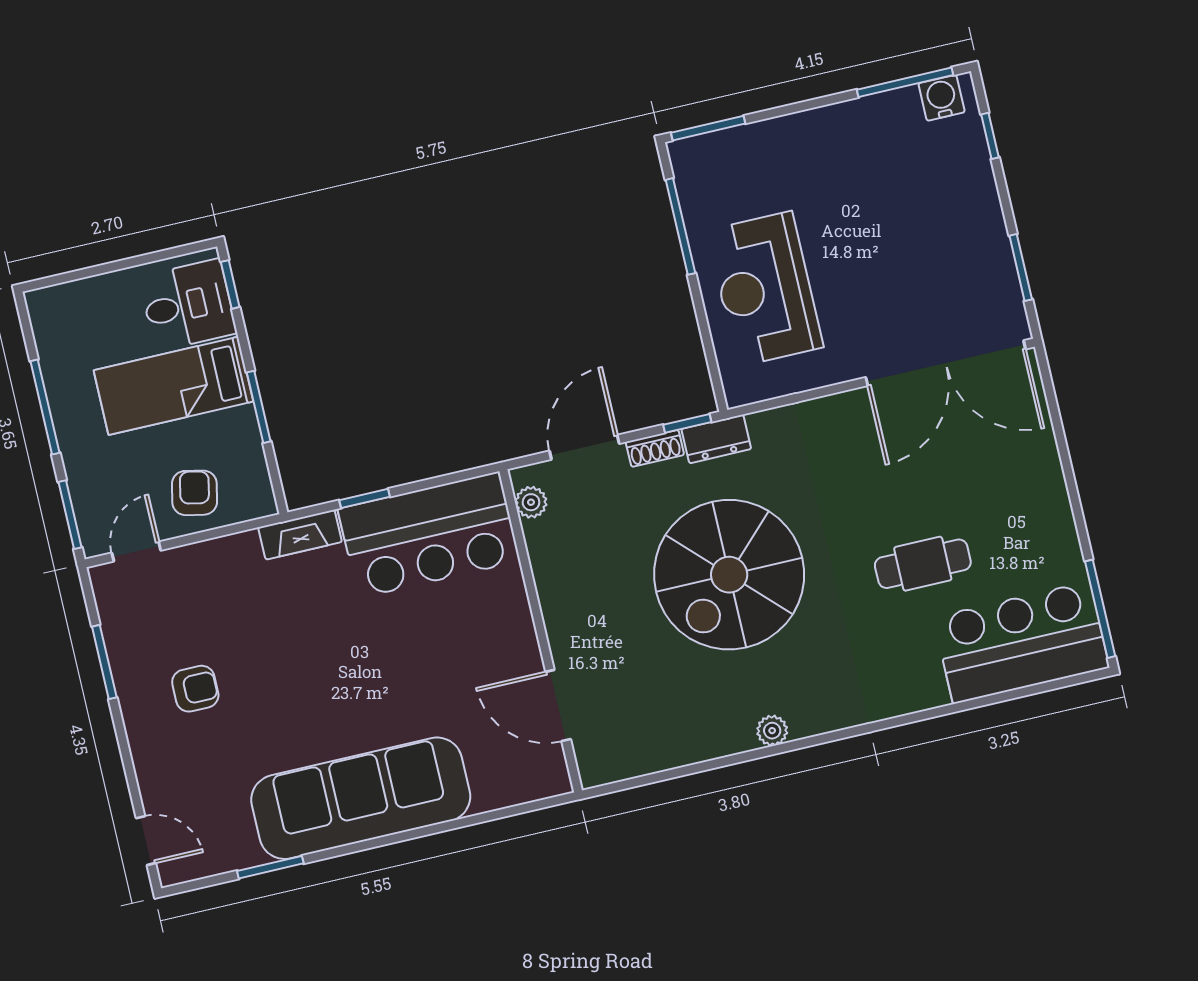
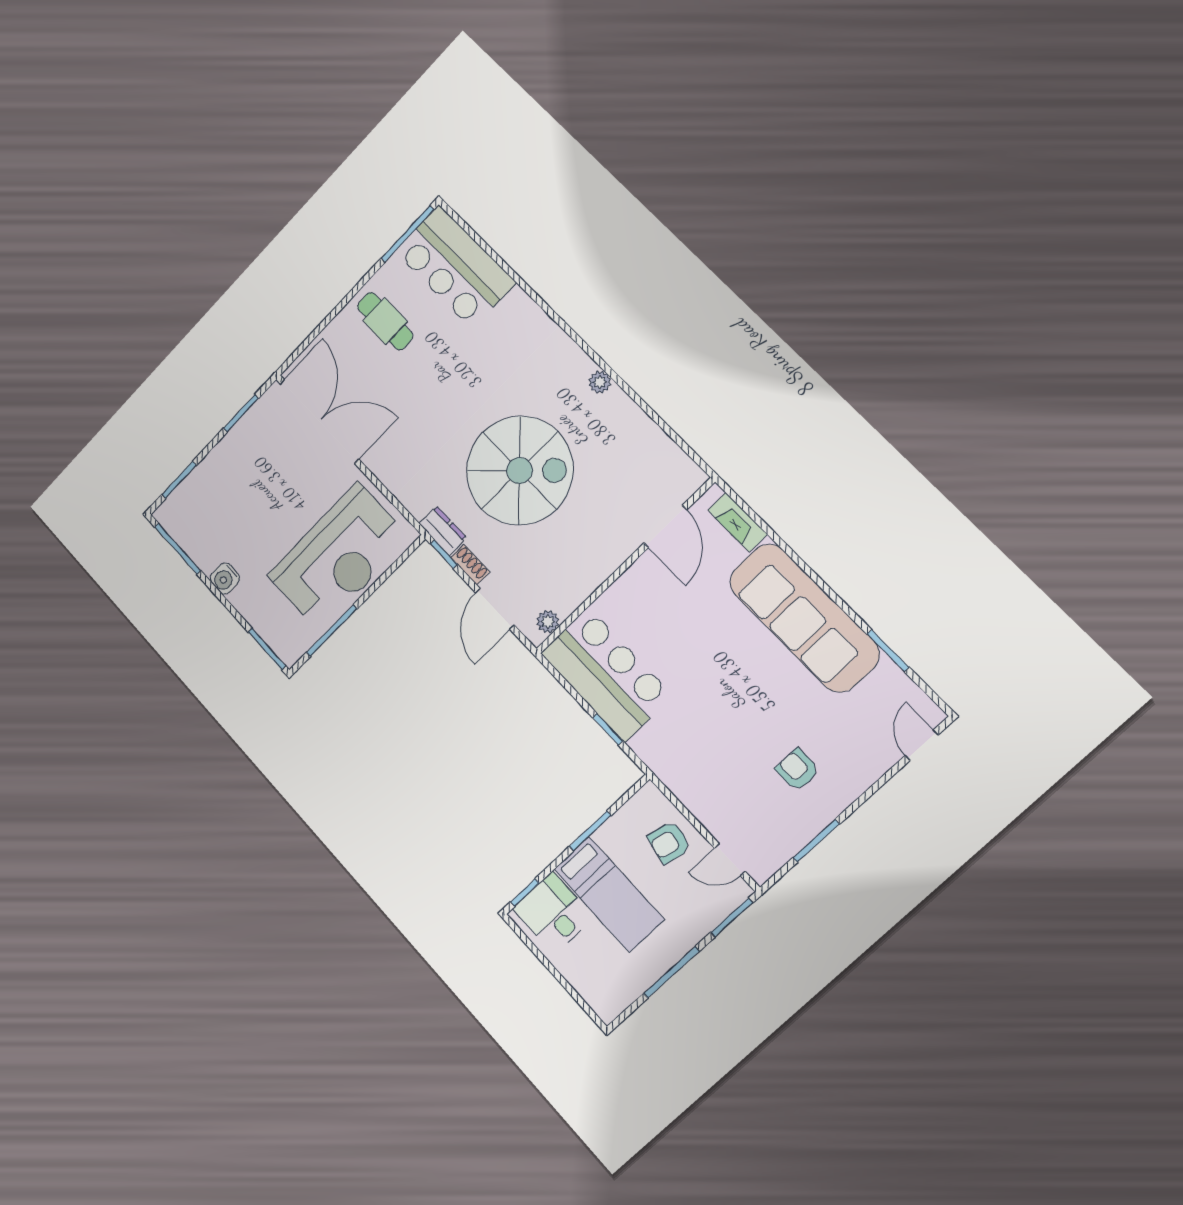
water cooler: (942, 98) -> (225, 578), moved
window: (990, 136) -> (179, 480), width x1.50
reception desk: (765, 289) -> (338, 557), width x1.36, depth x1.30
door: (584, 447) -> (495, 609), hinge flipped
fireplace: (300, 535) -> (737, 522), moved, turned 180
cafe table: (923, 564) -> (385, 321), moved

